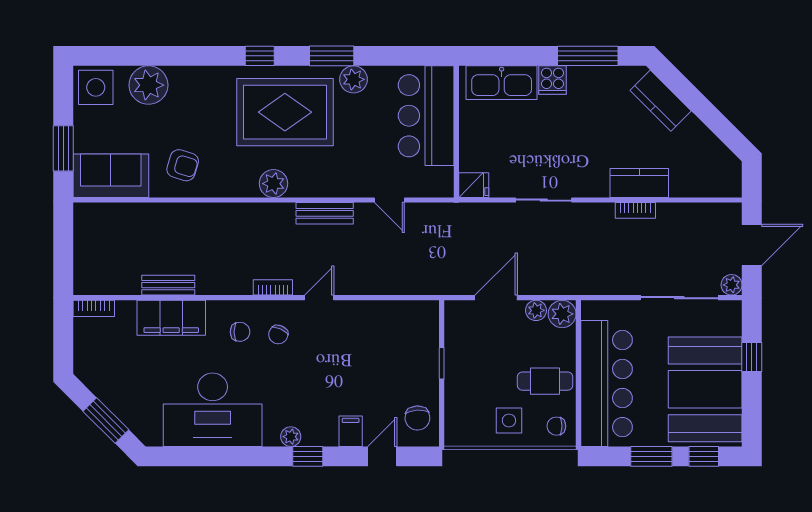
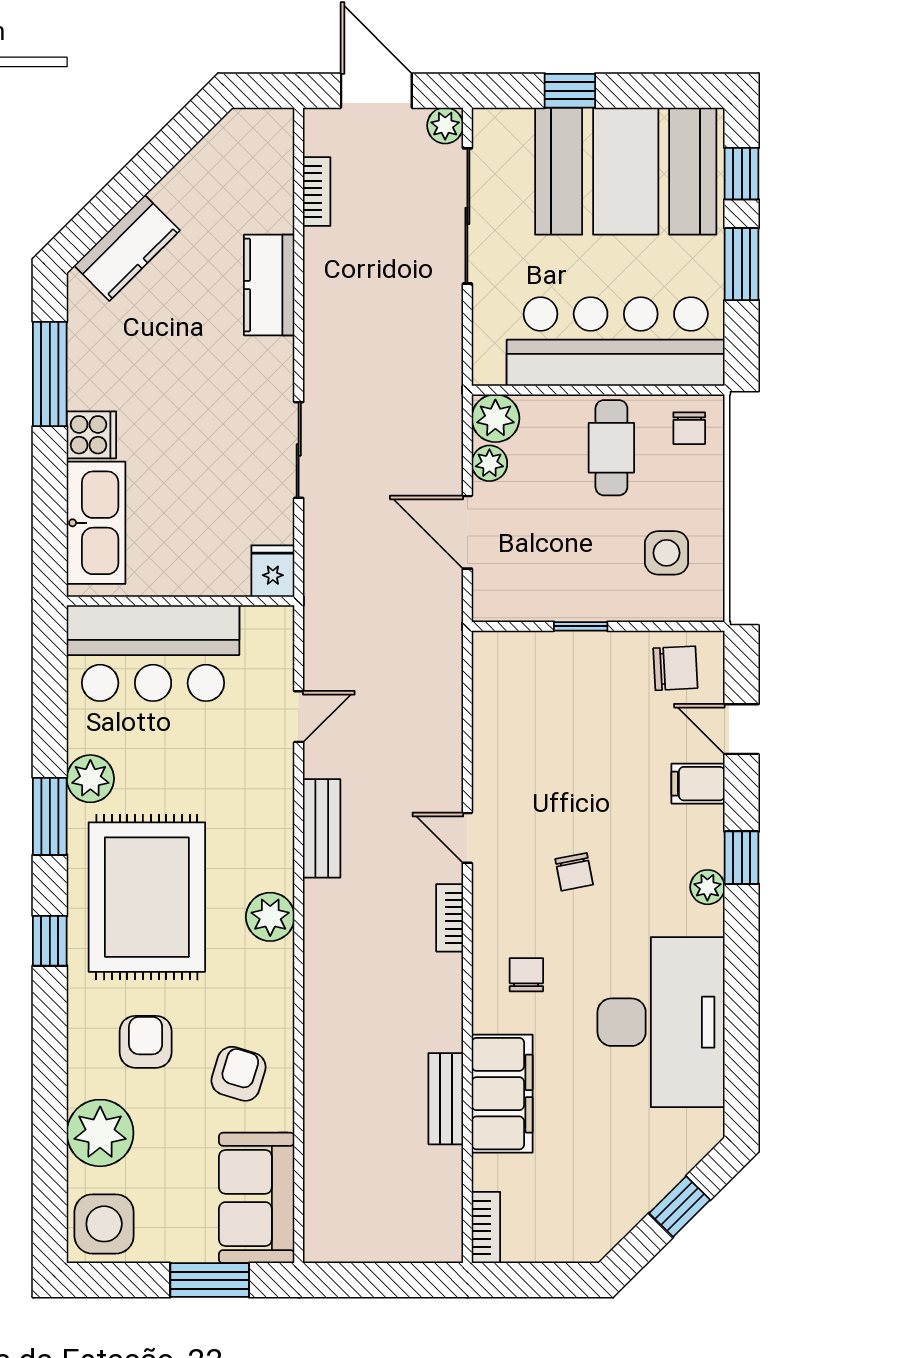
armchair: (201, 111) -> (146, 1042), added
bookcase: (635, 210) -> (317, 192), moved
chair: (278, 335) -> (574, 872), moved, turned 54
side table: (509, 420) -> (666, 553), moved
window: (106, 421) -> (680, 1206), width x0.67

